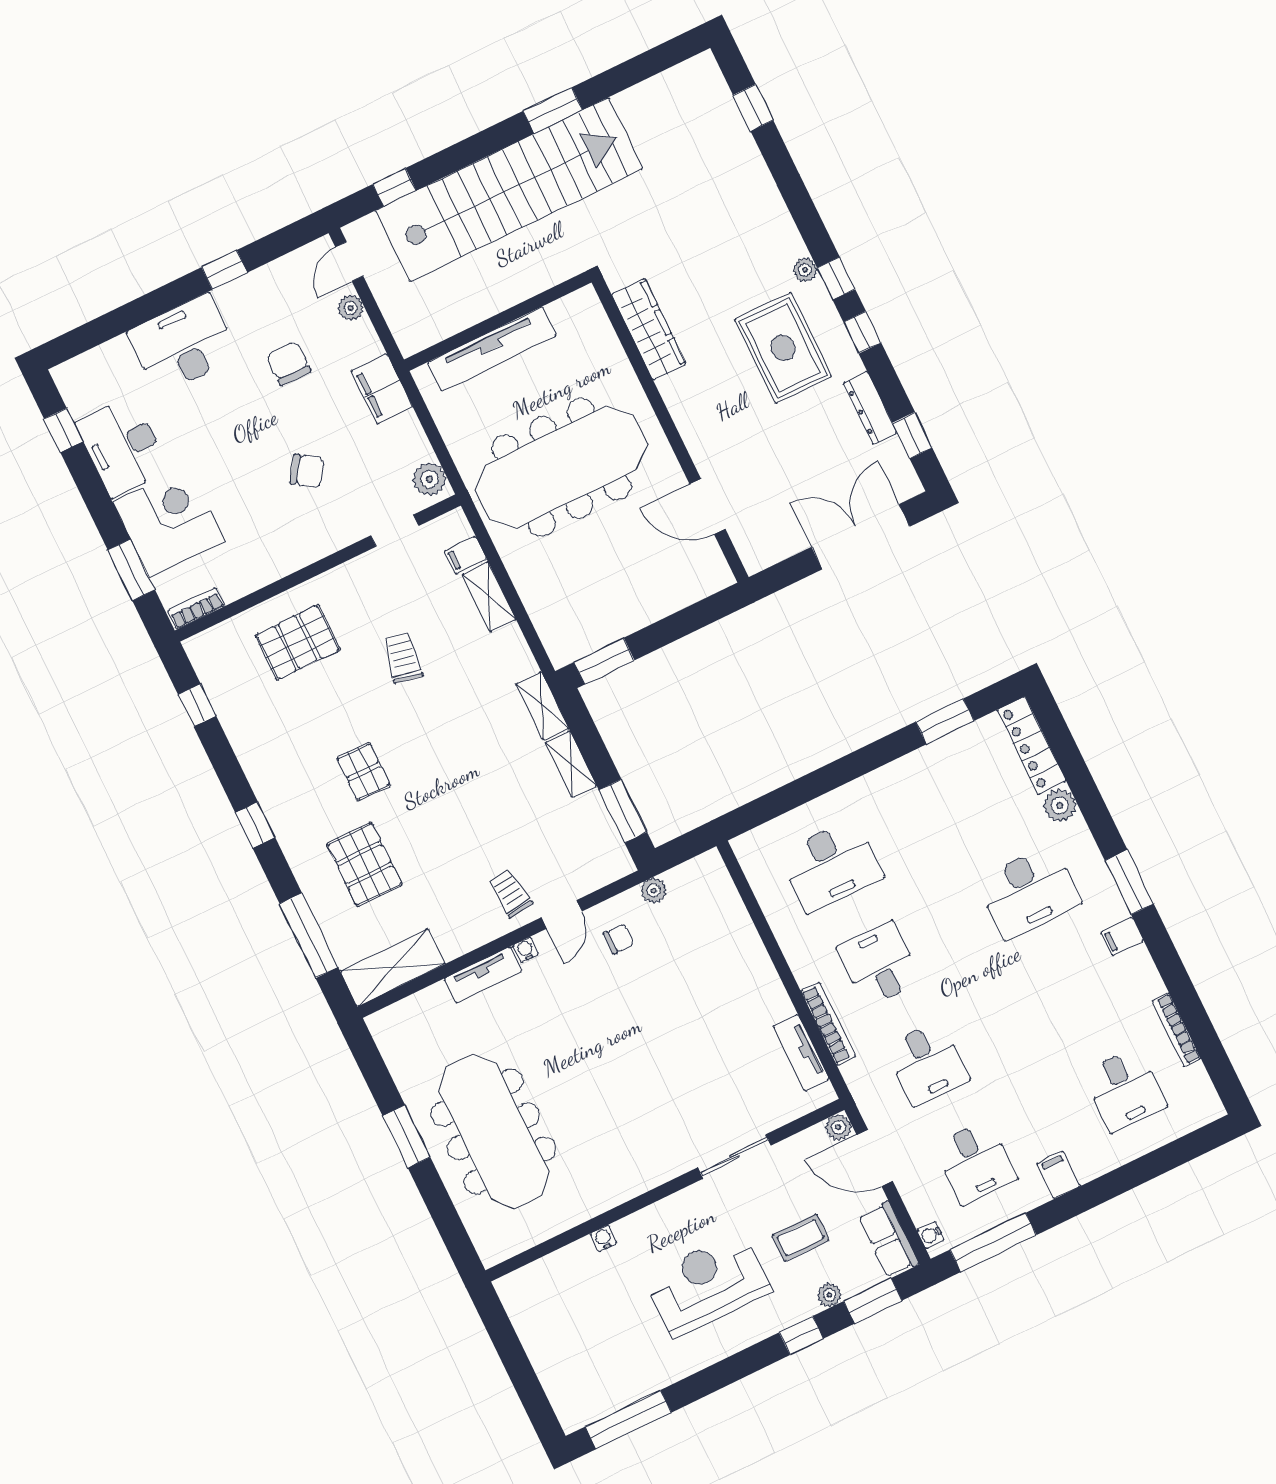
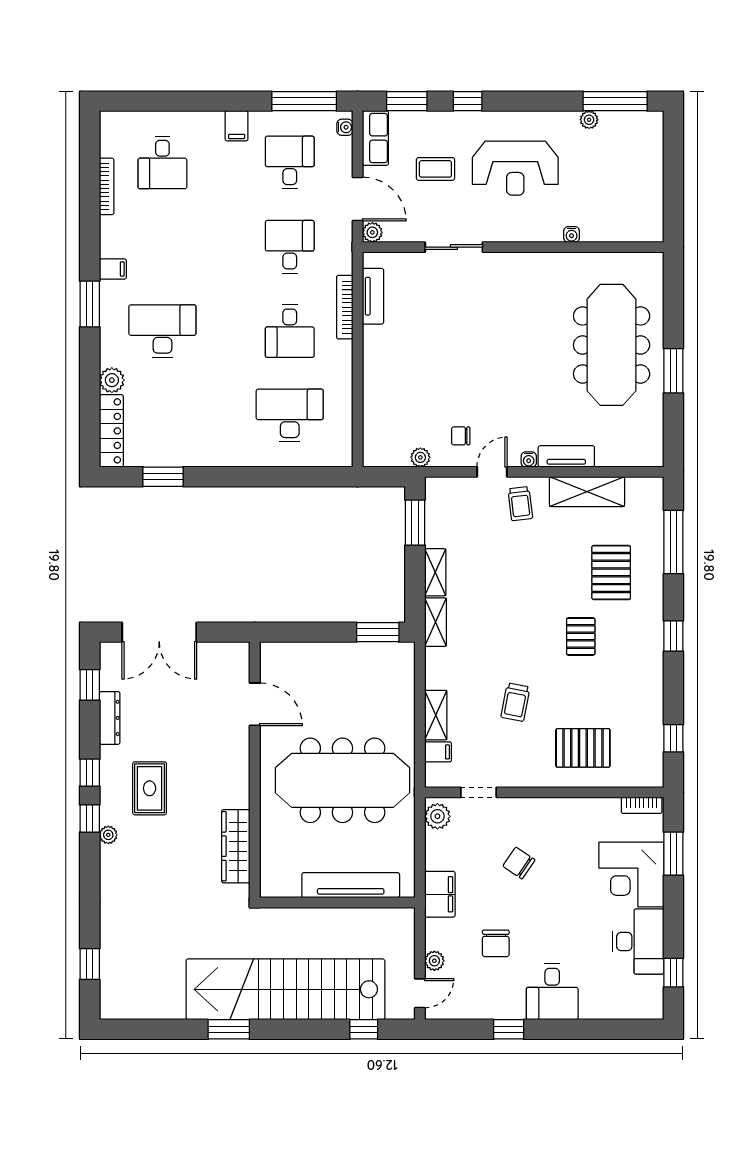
desk: (183, 344) -> (552, 992), width x0.73
rug: (783, 348) -> (150, 788), width x0.73, depth x0.70
shelving: (393, 968) -> (587, 492), moved
desk: (1125, 1090) -> (162, 162), turned 180
plant: (829, 1295) -> (589, 120), moved

